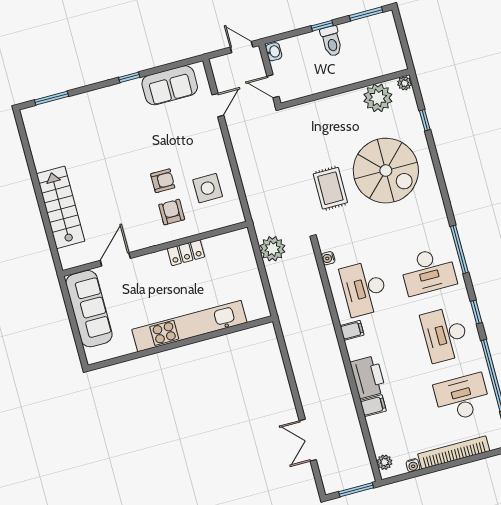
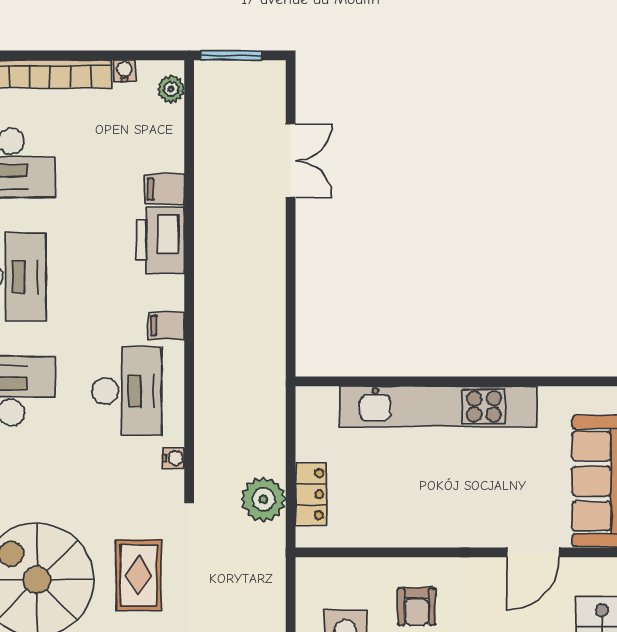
locker: (186, 253) -> (311, 494), moved, turned 90

